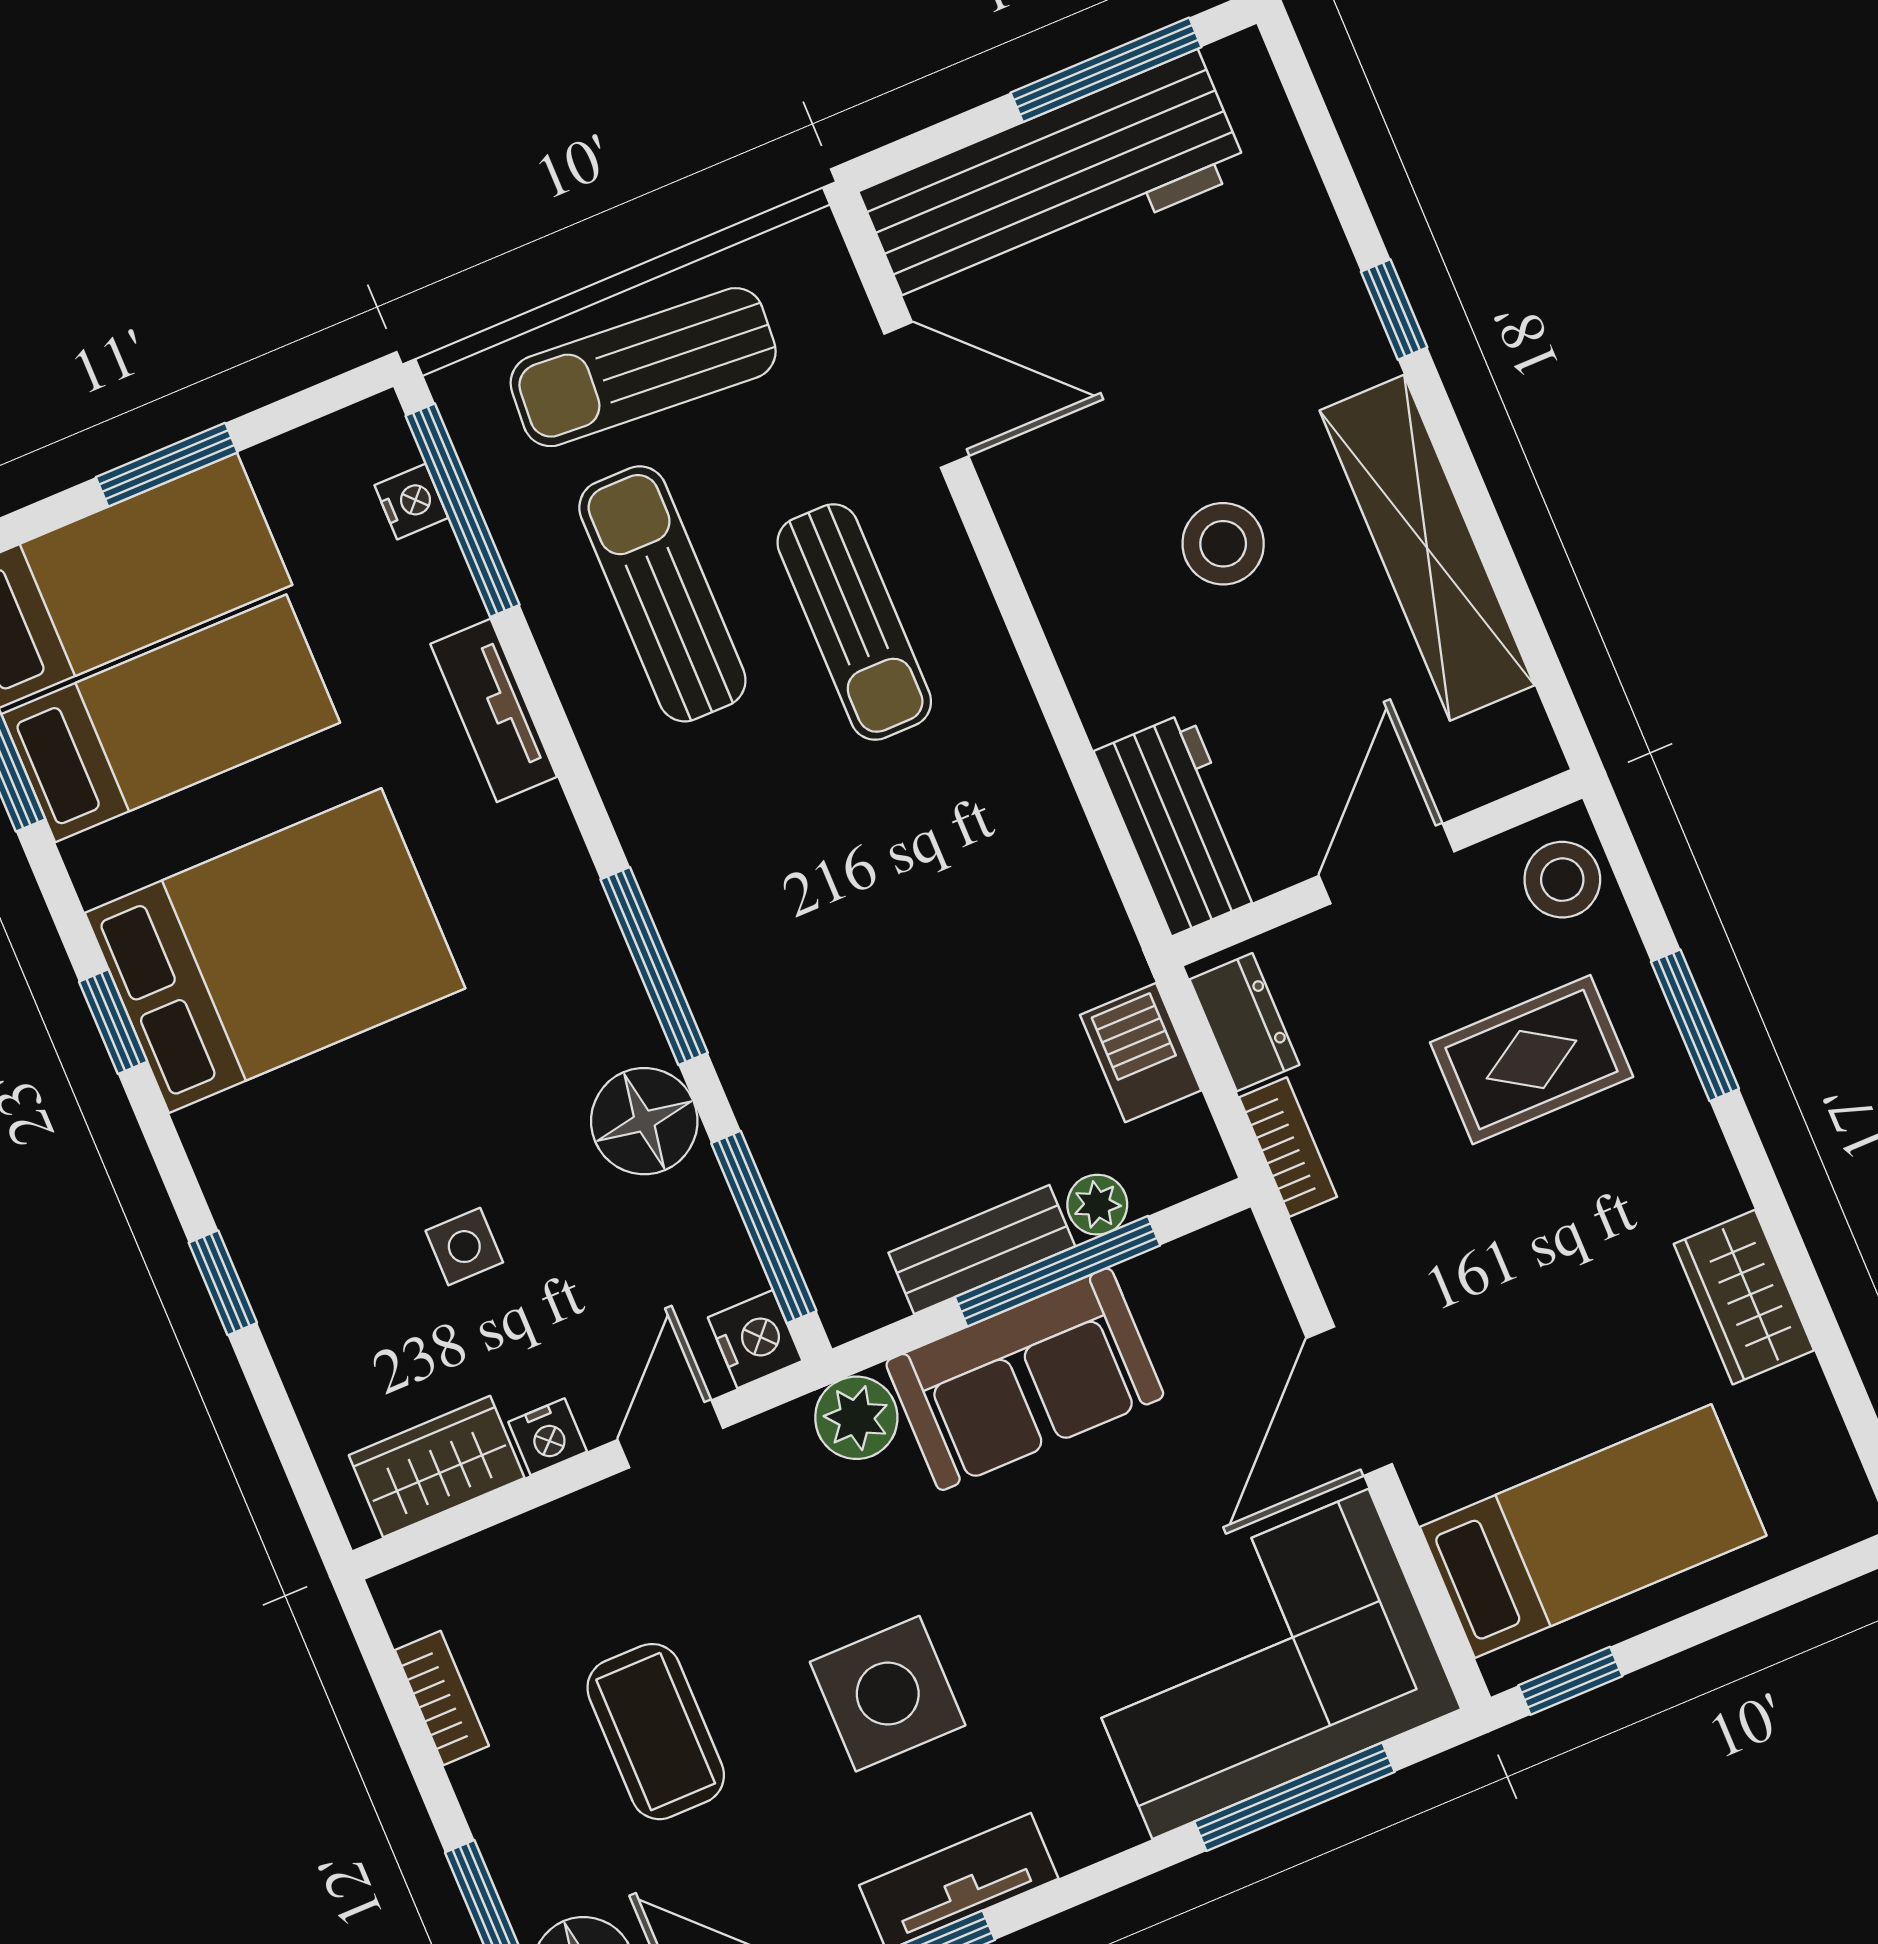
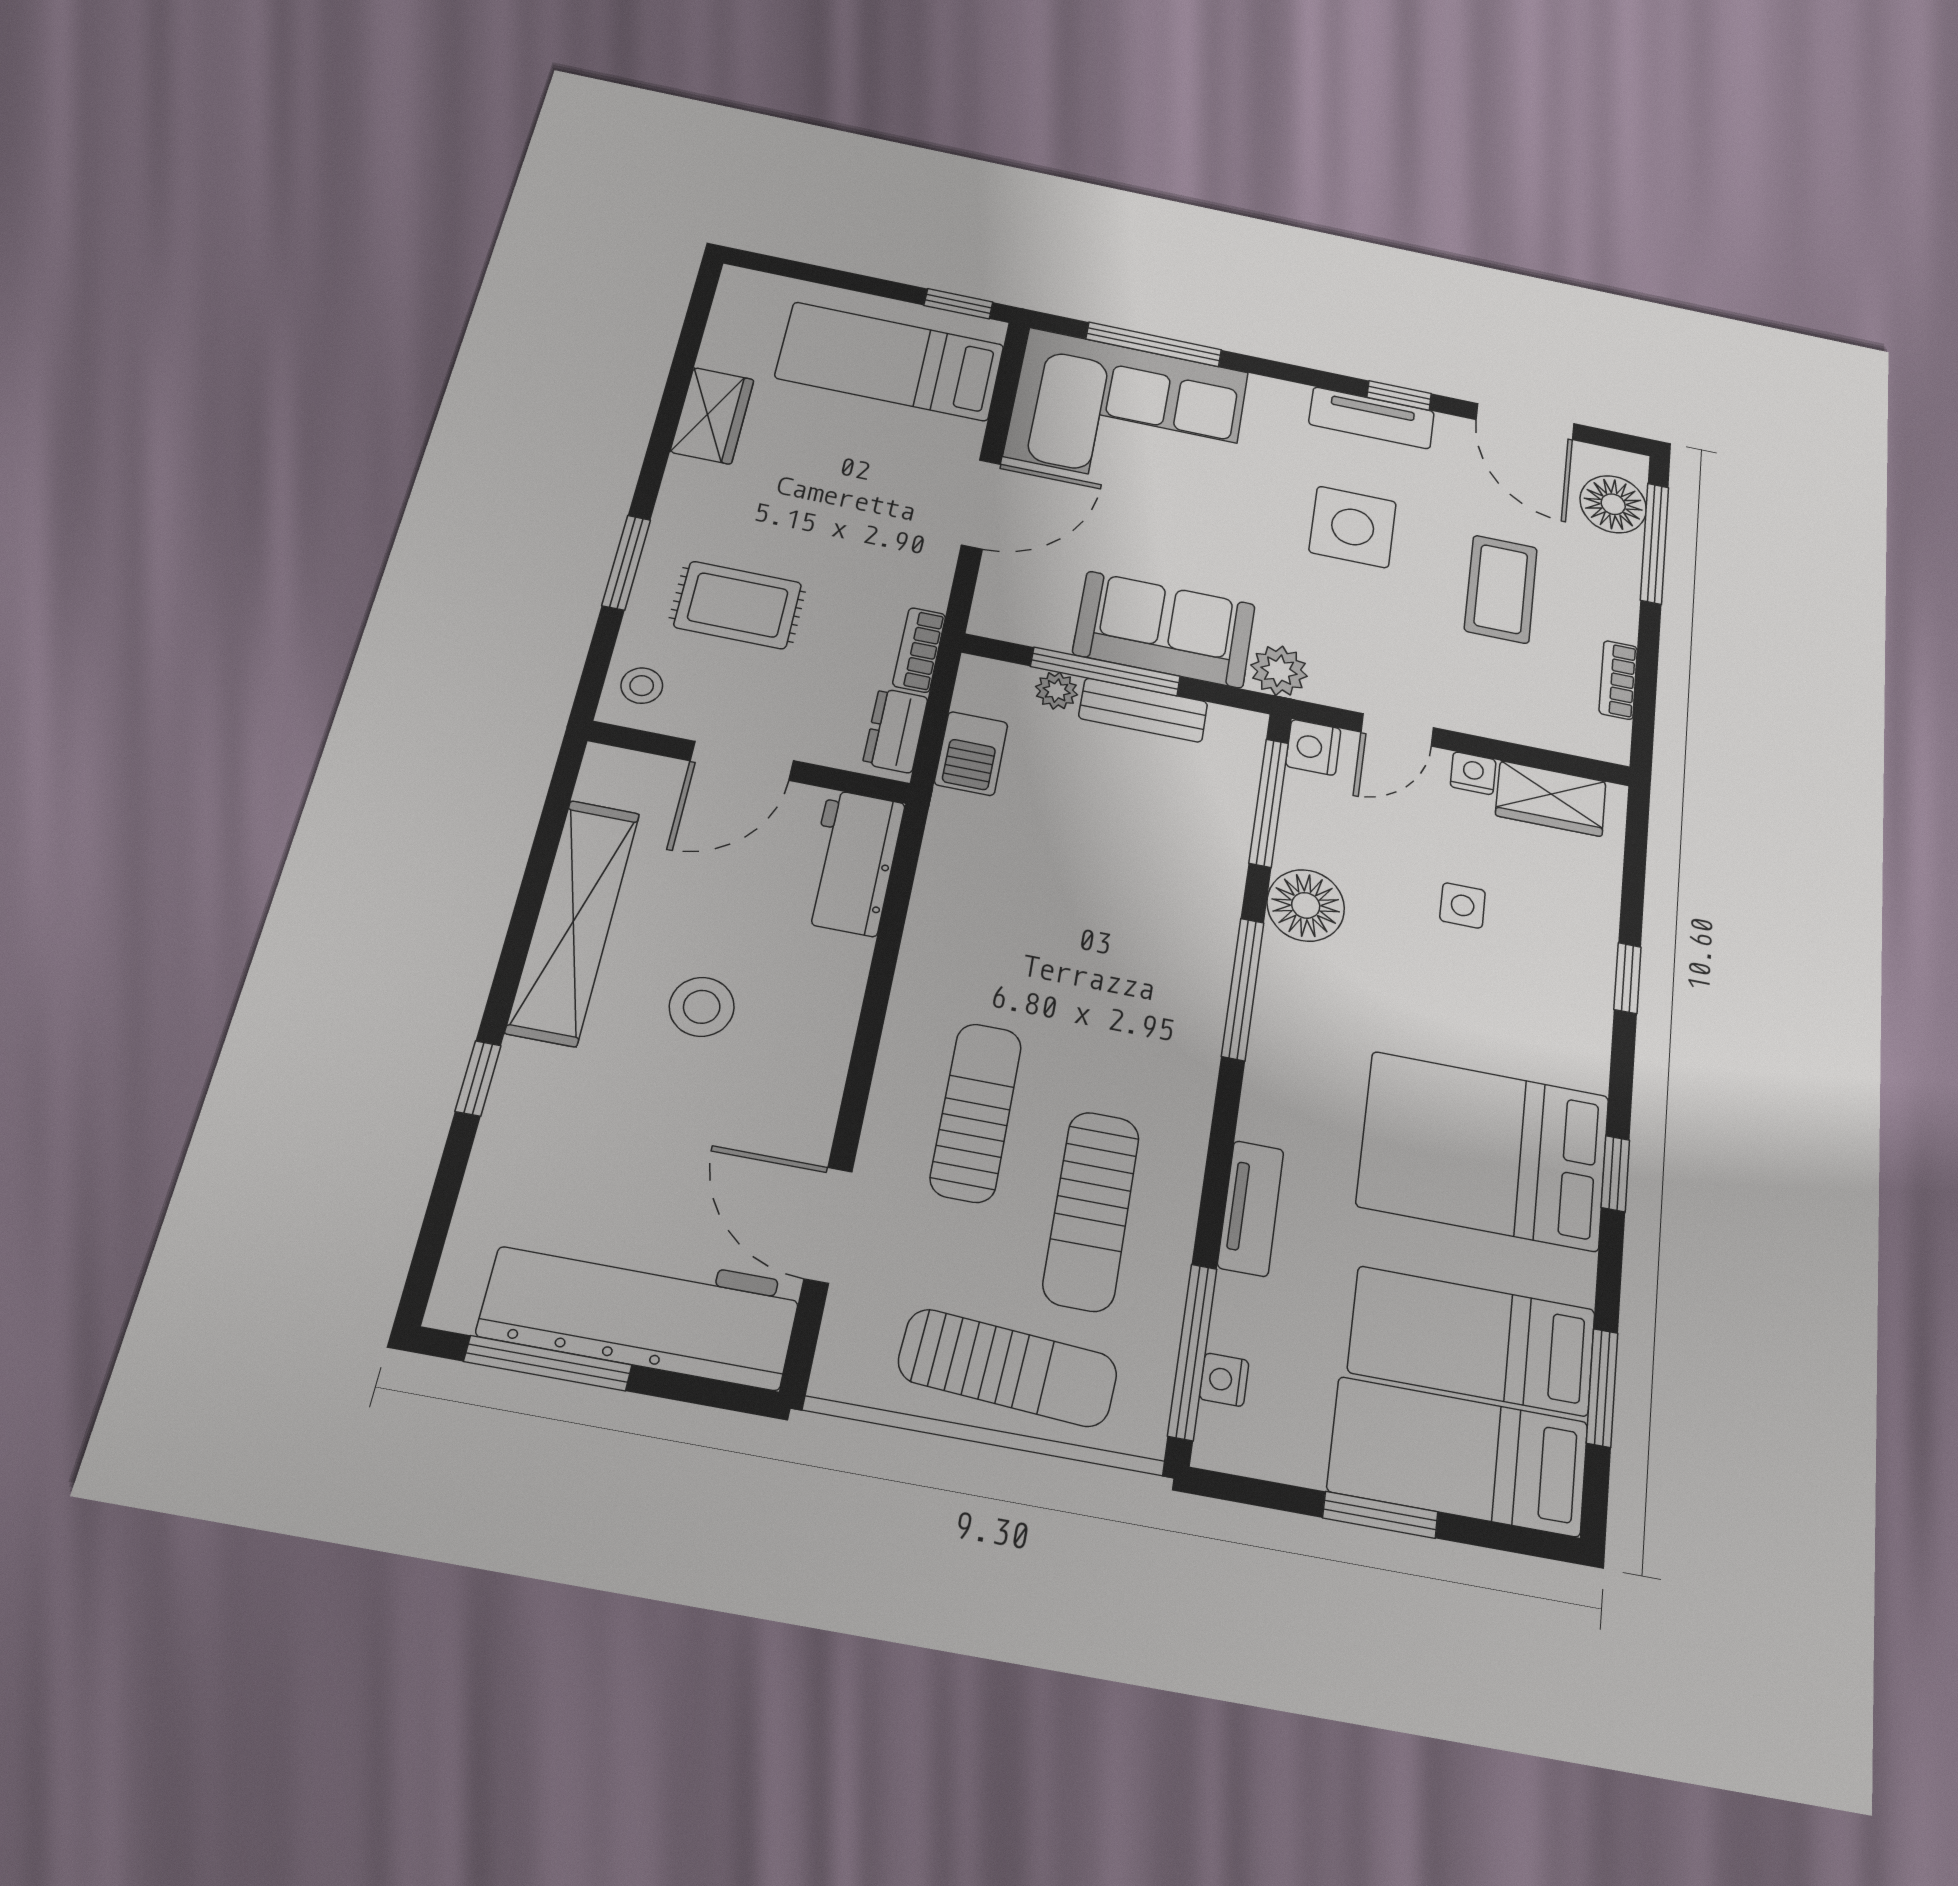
stool: (1562, 880) -> (642, 686), width x0.73, depth x0.73

